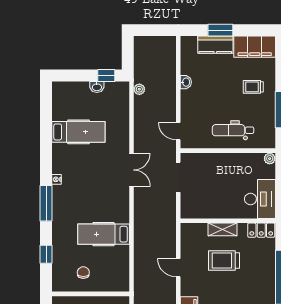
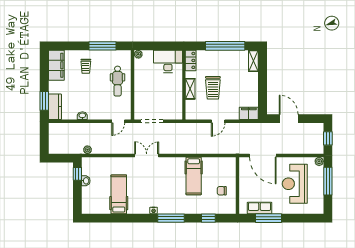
window: (220, 30) -> (44, 101), moved
kitchen counter: (215, 45) -> (55, 107), moved

